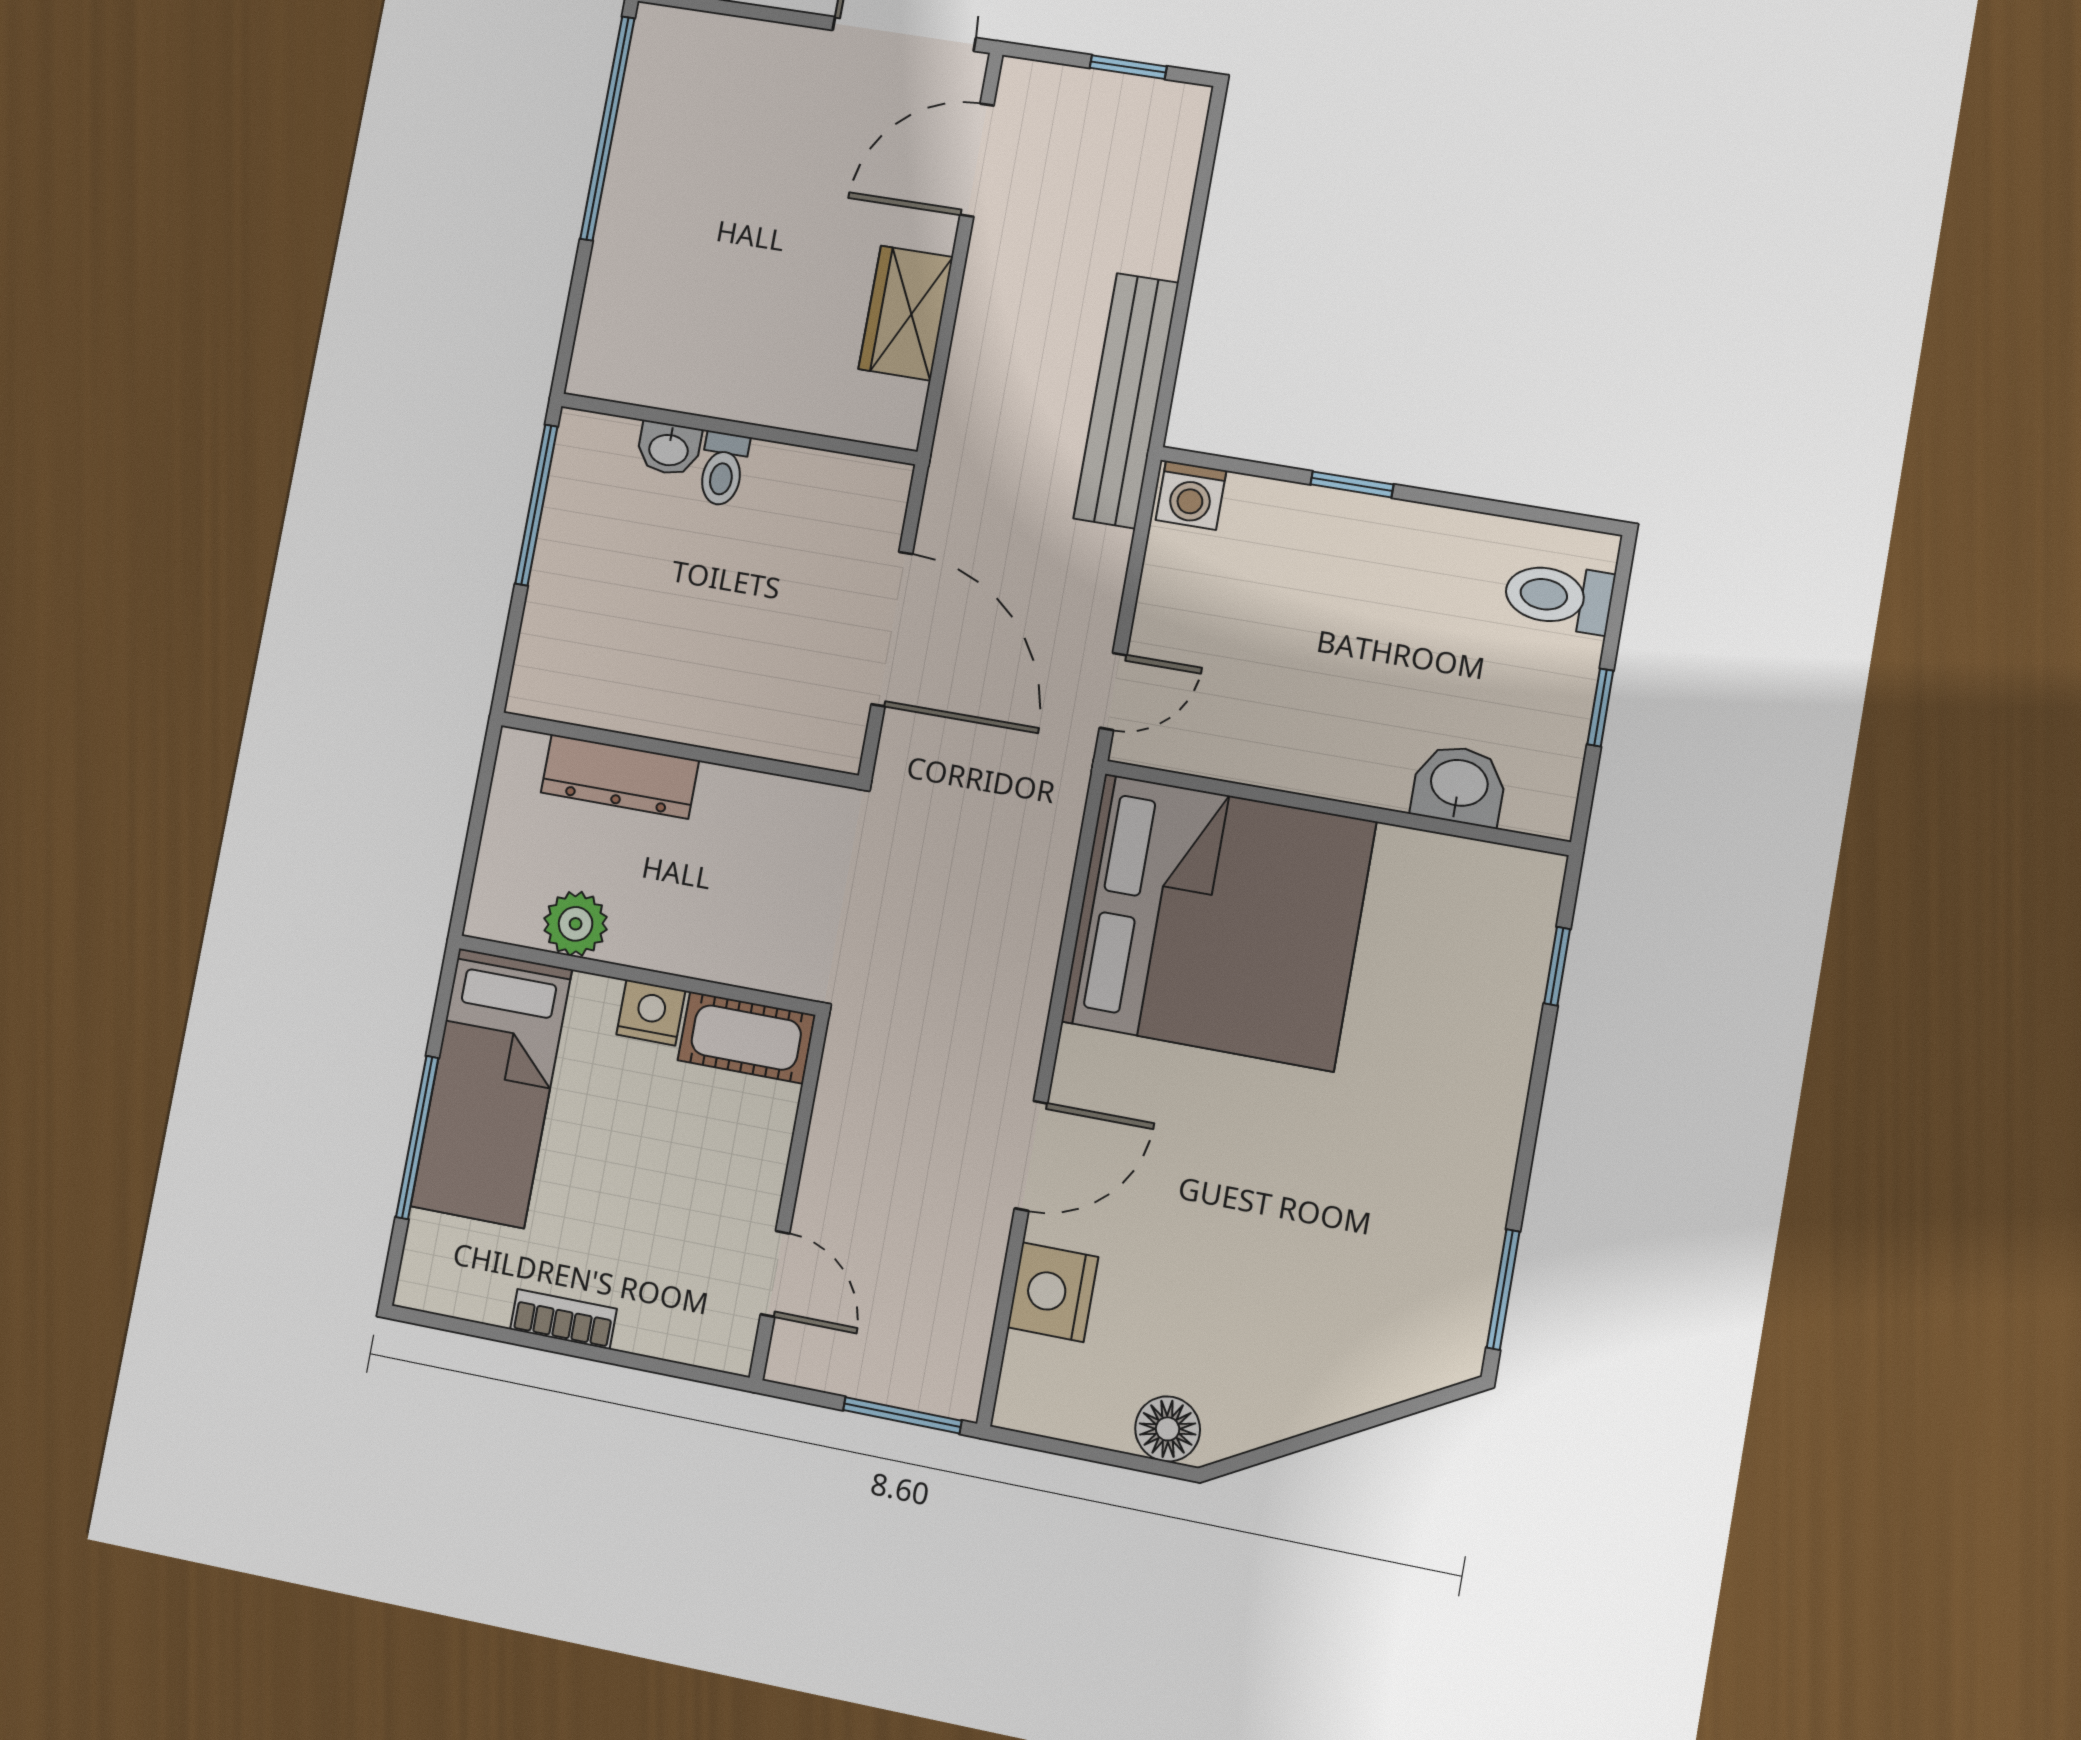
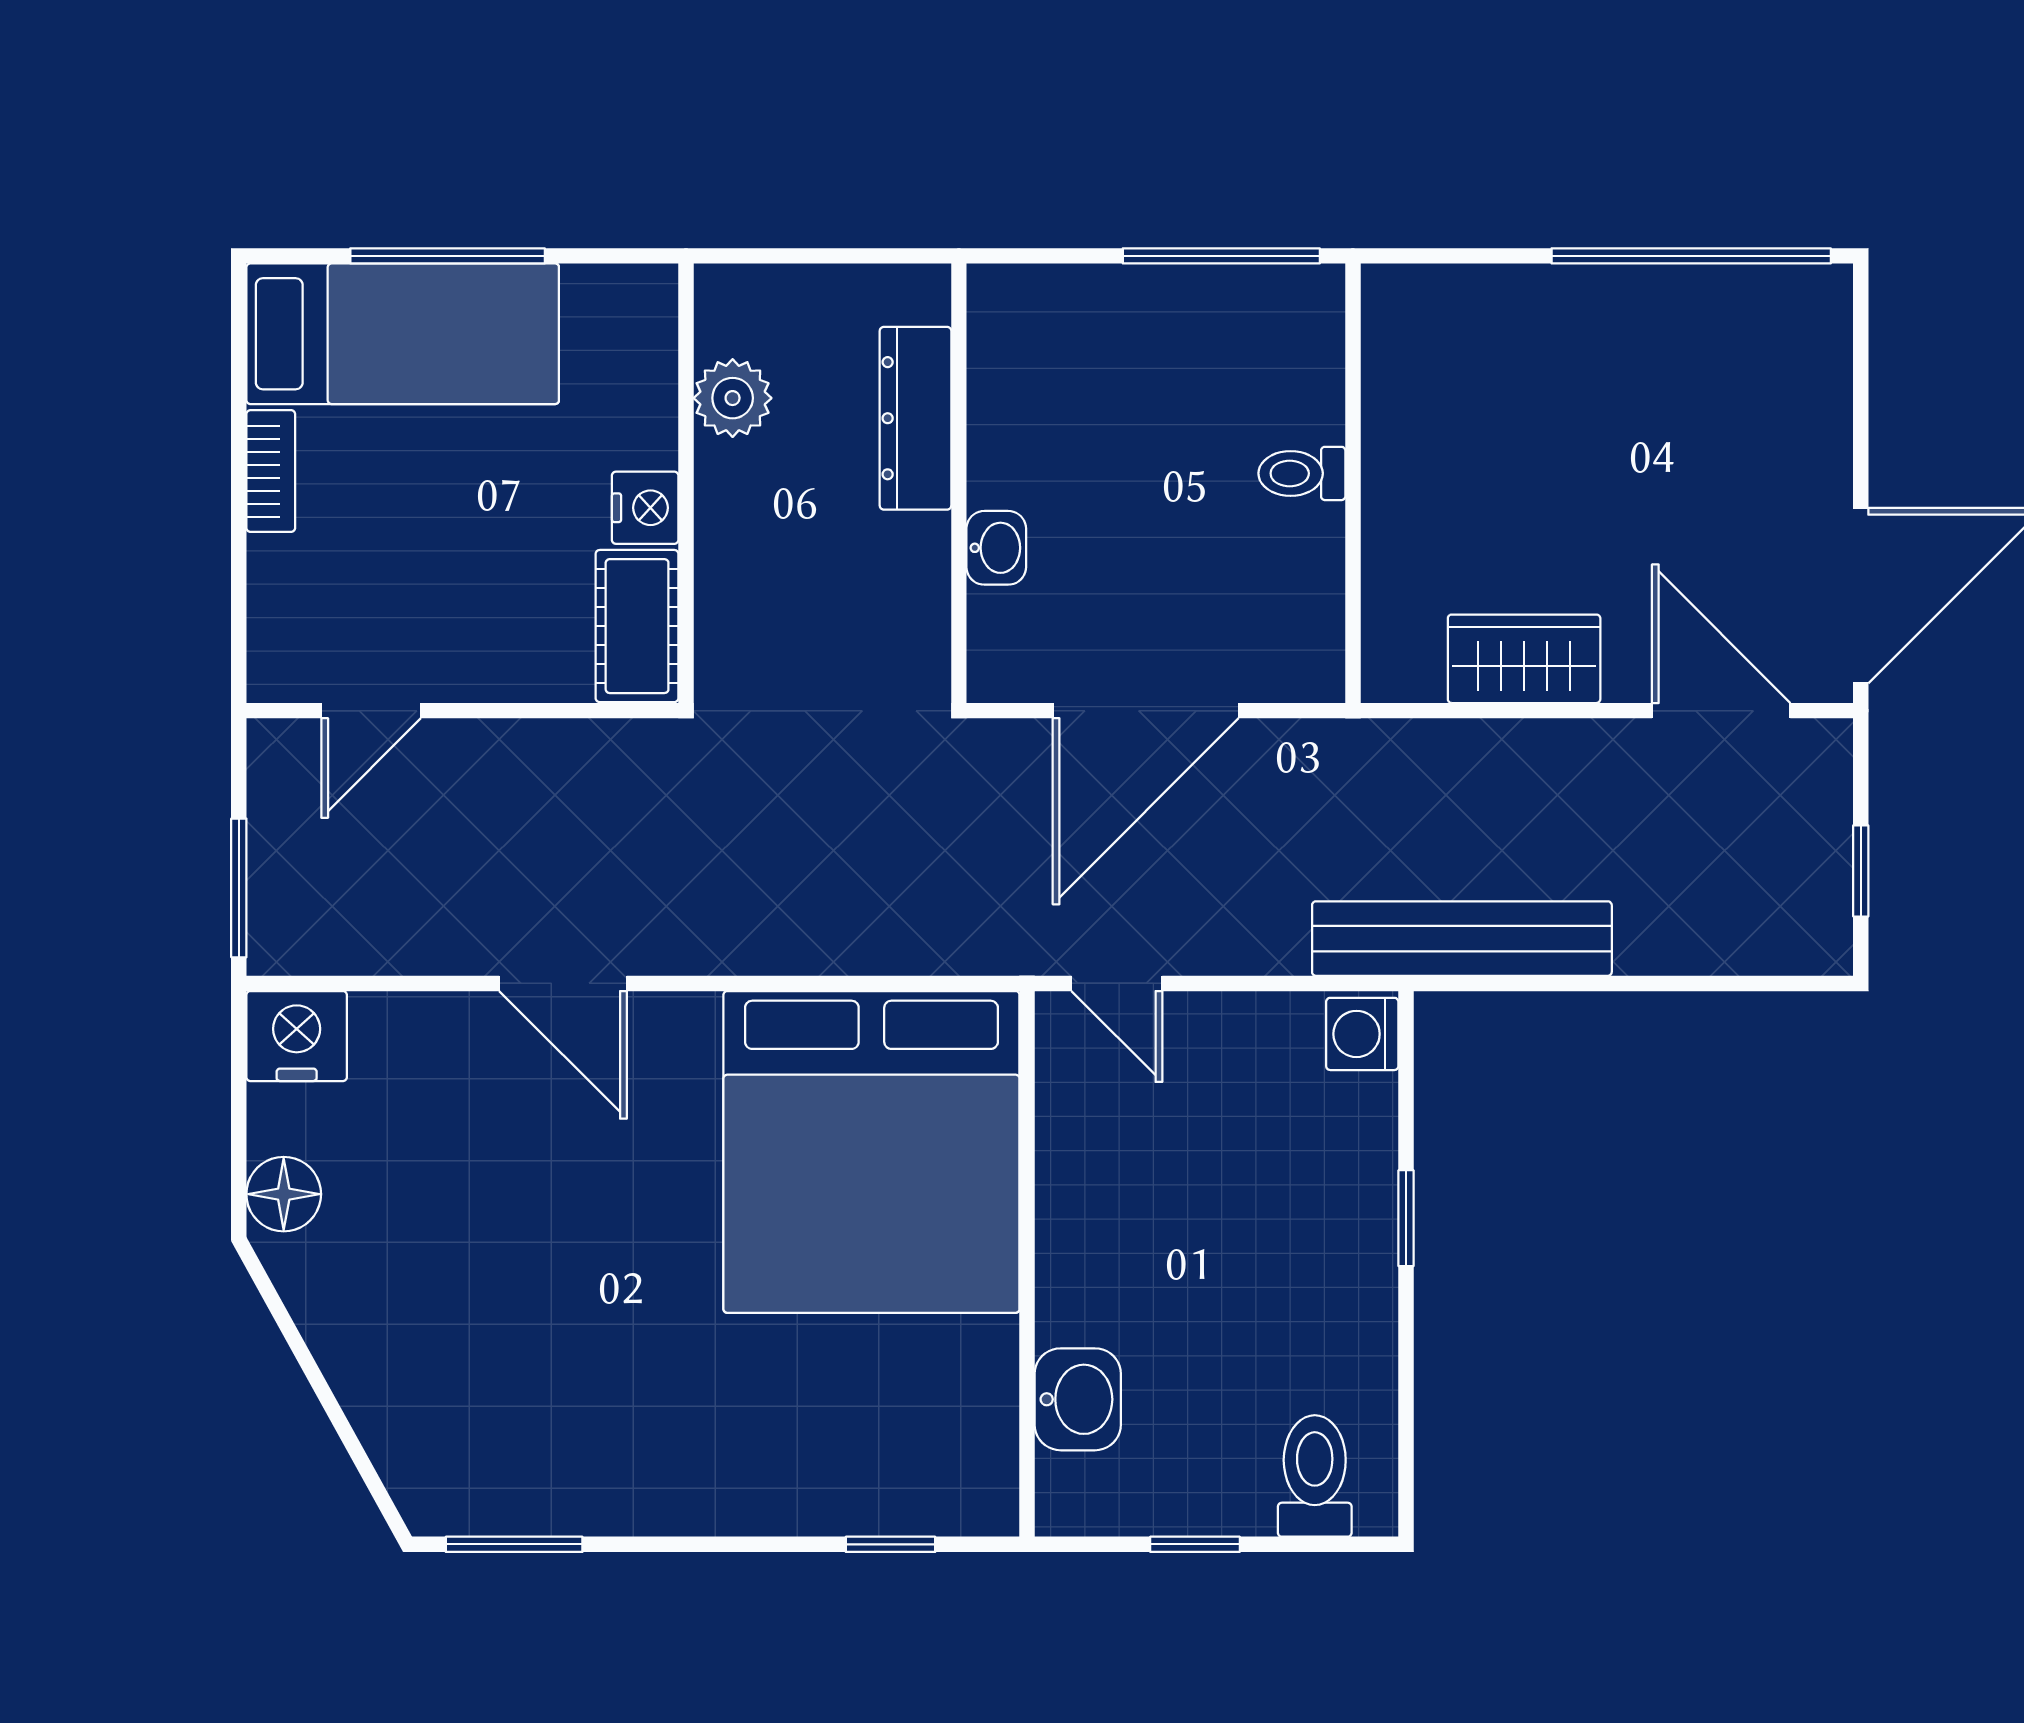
washbasin: (669, 449) -> (996, 548), moved, turned 180
bed: (491, 1088) -> (403, 334), moved, turned 180
nightstand: (1053, 1292) -> (297, 1036), moved

